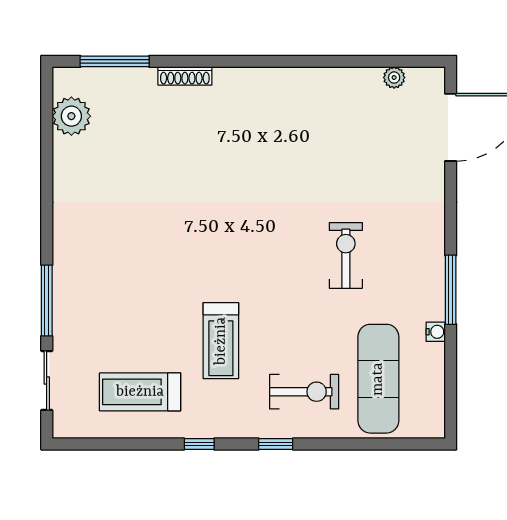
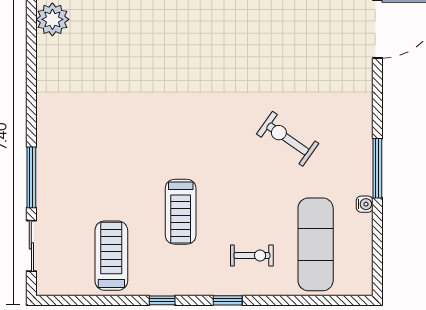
exercise bike: (346, 255) -> (288, 139), turned -55
treadmill: (140, 392) -> (111, 256), turned 90
exercise bike: (304, 392) -> (252, 255), width x0.73, depth x0.72

